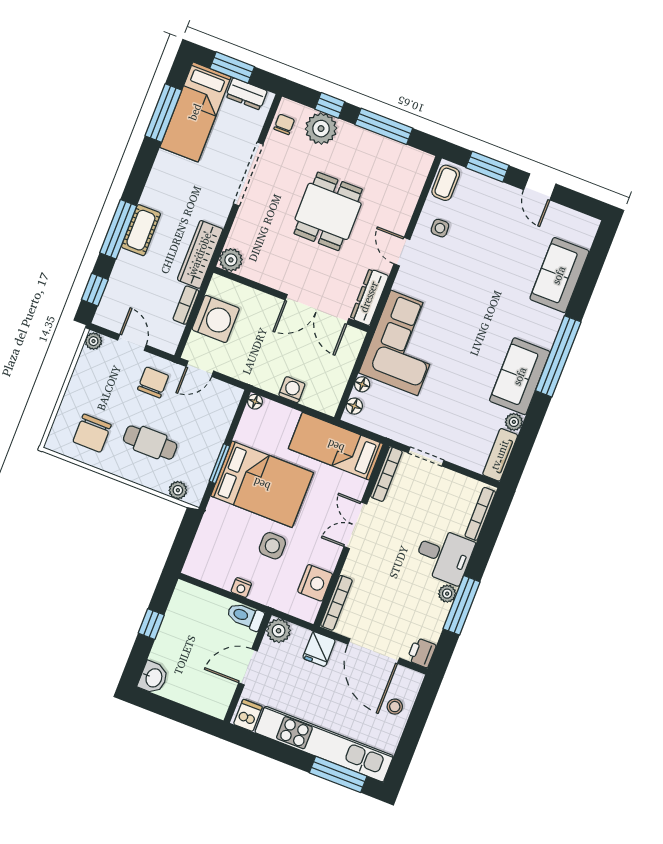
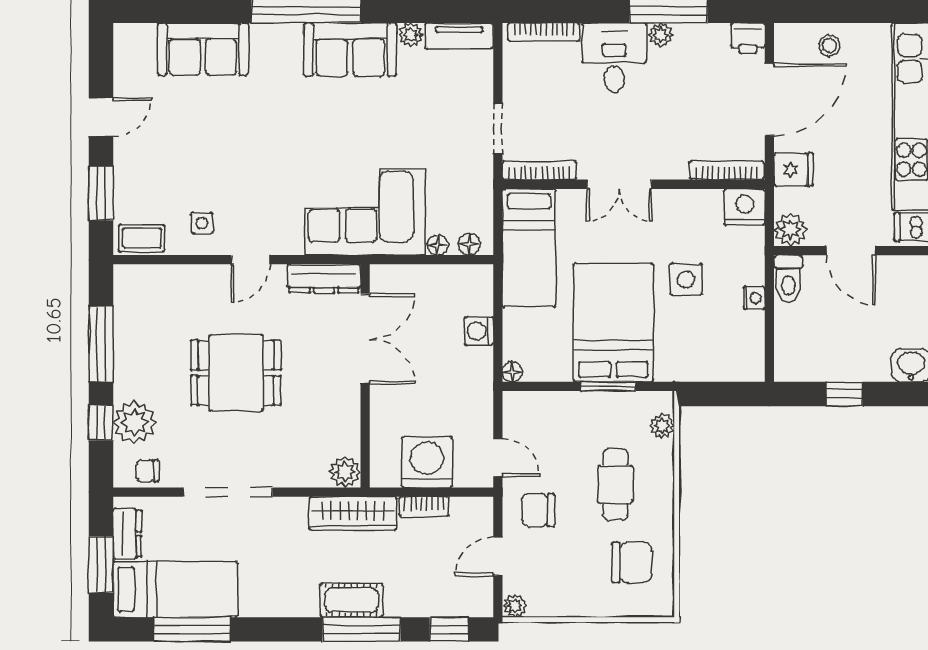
nightstand: (315, 583) -> (745, 207), moved

